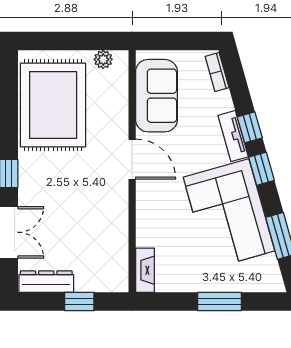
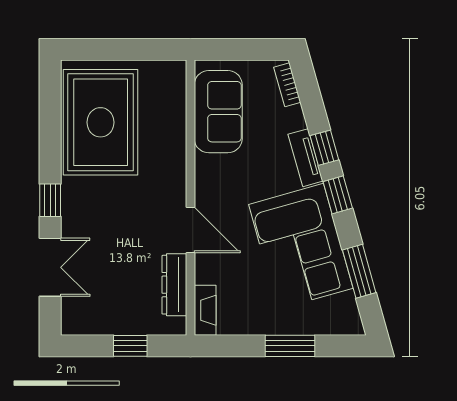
plant: (103, 59) -> (158, 70), removed
door: (132, 159) -> (190, 230), moved
dresser: (46, 282) -> (174, 285), moved, turned -90

